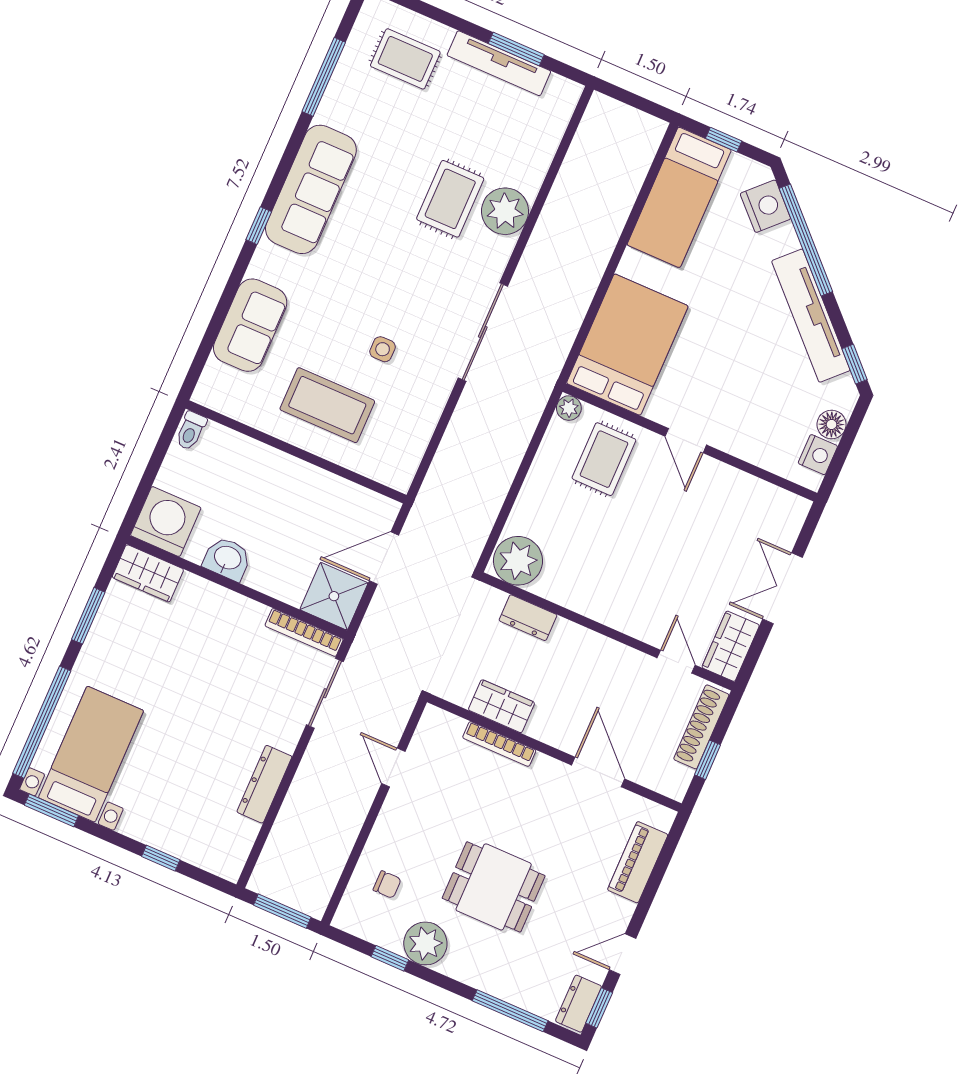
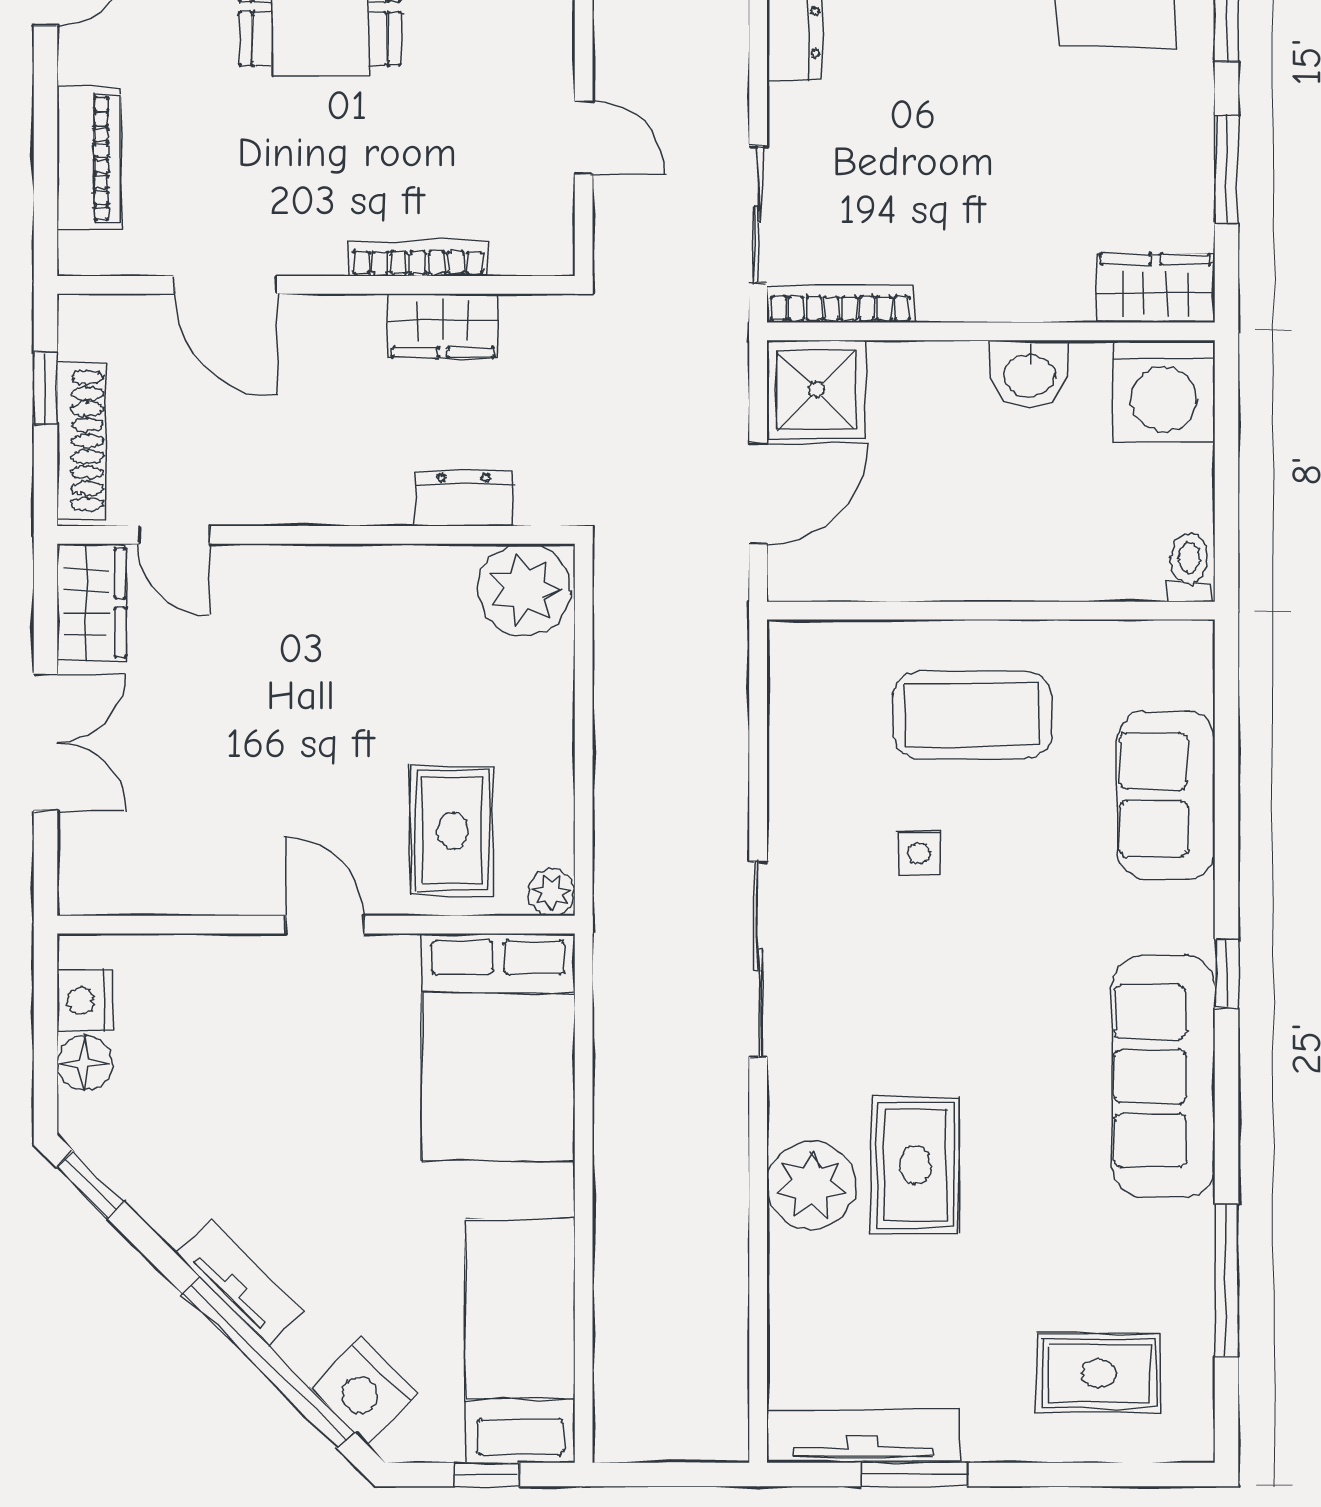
tv unit: (499, 63) -> (863, 1437), moved
tv unit: (811, 316) -> (240, 1283), width x0.52, depth x0.78

